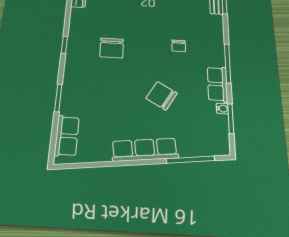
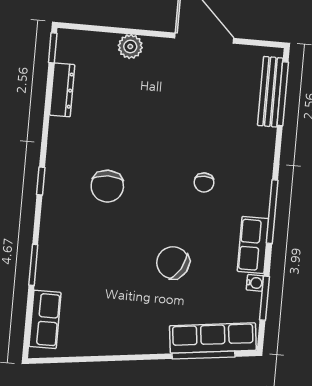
row of seats: (145, 150) -> (213, 338), moved

